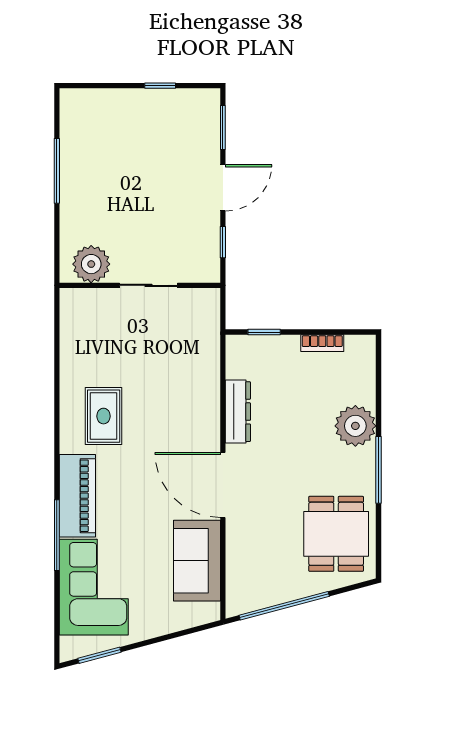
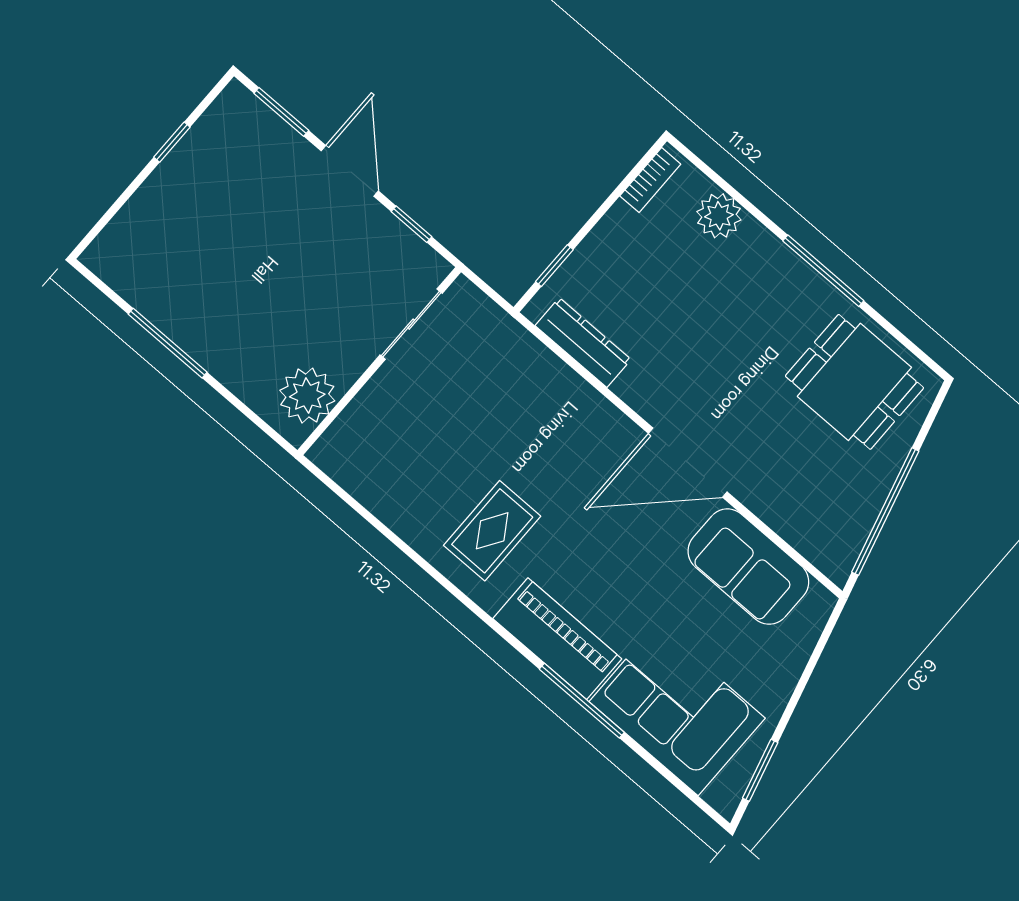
sliding door: (148, 285) -> (411, 324), moved
bookcase: (322, 343) -> (650, 180), moved
dresser: (238, 412) -> (583, 343), moved
rug: (104, 416) -> (492, 531), turned 90
plant: (355, 426) -> (719, 216), moved, width x0.73, depth x0.73

